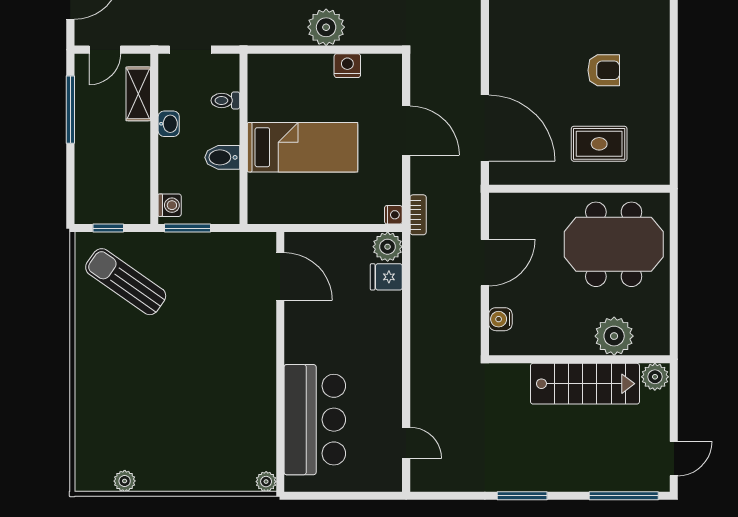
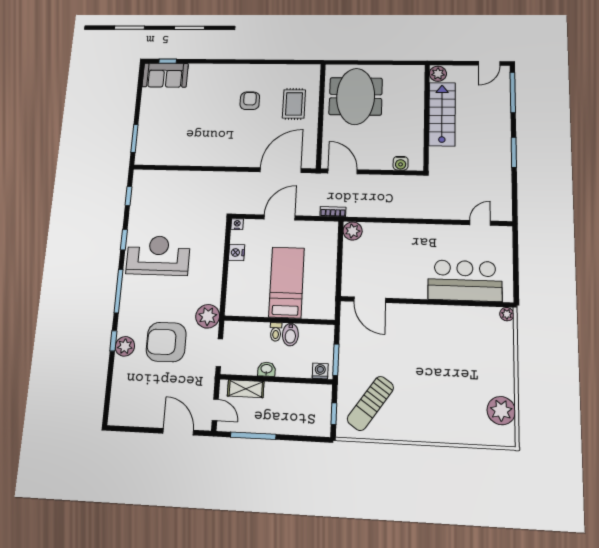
plant: (326, 27) -> (208, 316), moved
toilet: (225, 100) -> (276, 332), moved
nightstand: (393, 215) -> (237, 224), moved
door: (485, 263) -> (343, 171), moved
door: (280, 276) -> (370, 300), swing flipped
fridge: (386, 277) -> (372, 232), removed
plant: (614, 336) -> (412, 97), removed
door: (674, 459) -> (489, 63), swing flipped
plant: (125, 481) -> (501, 411), width x1.88, depth x1.88

